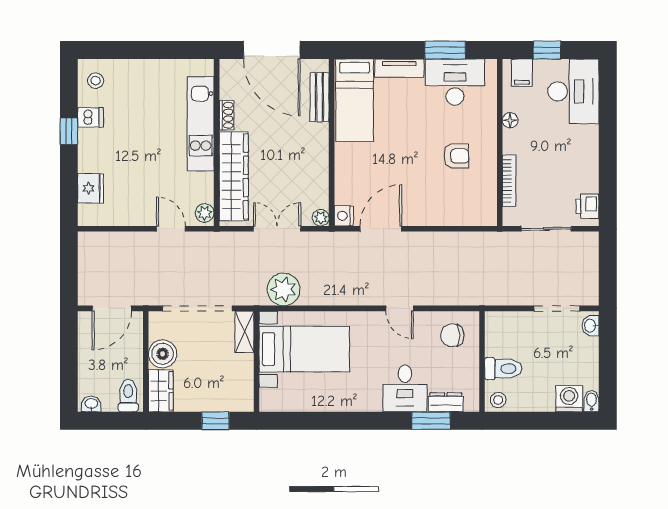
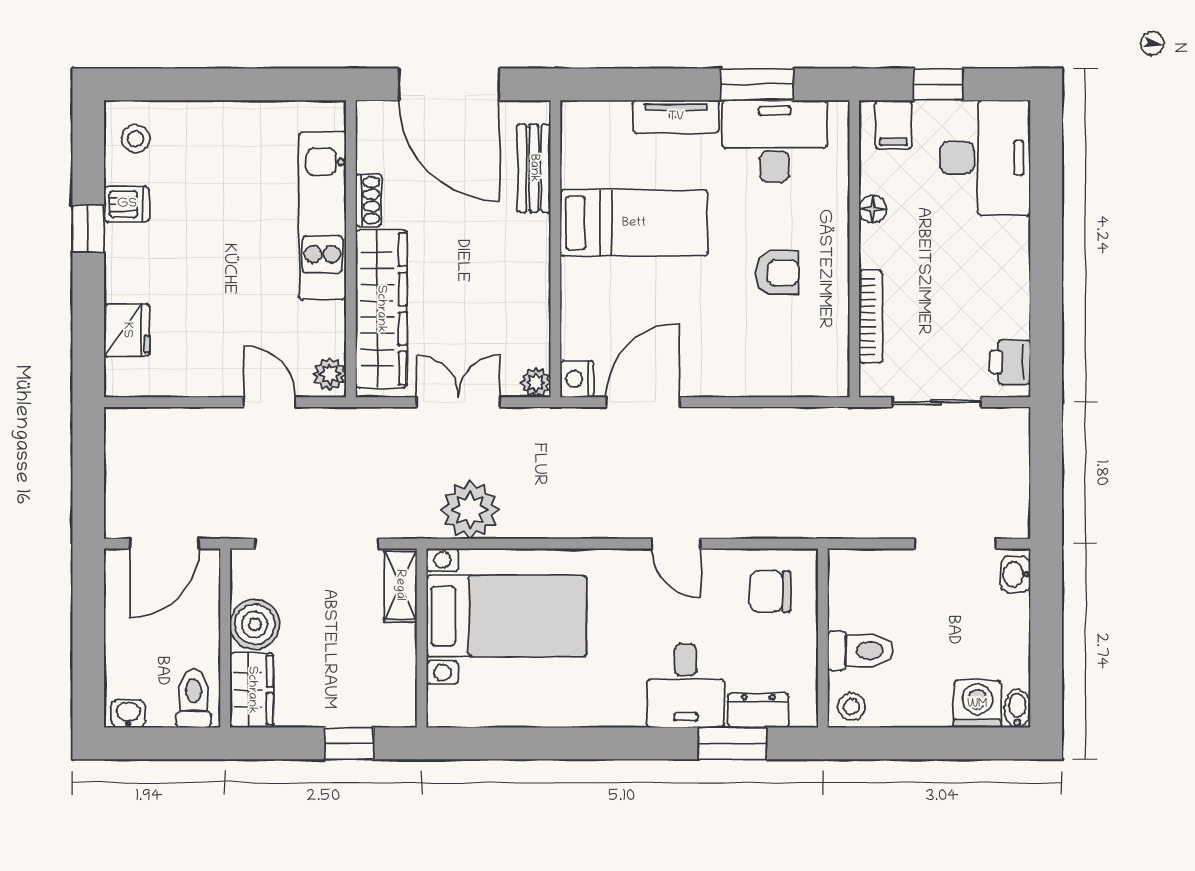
bed: (355, 100) -> (634, 223), moved, turned -90

